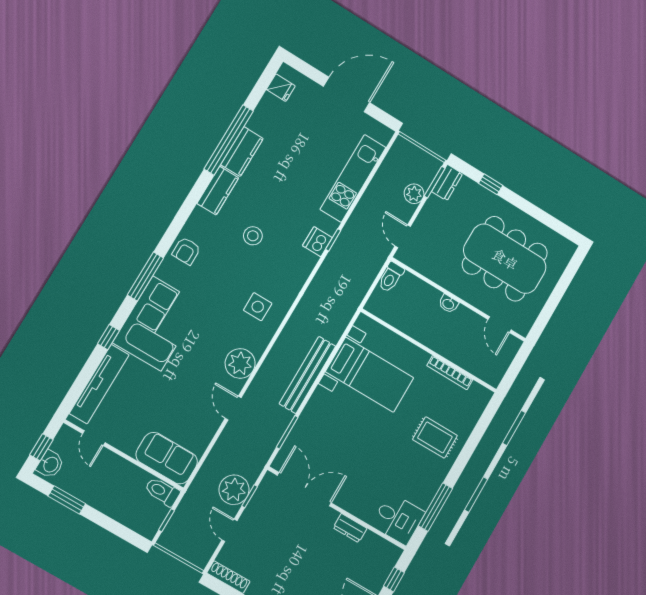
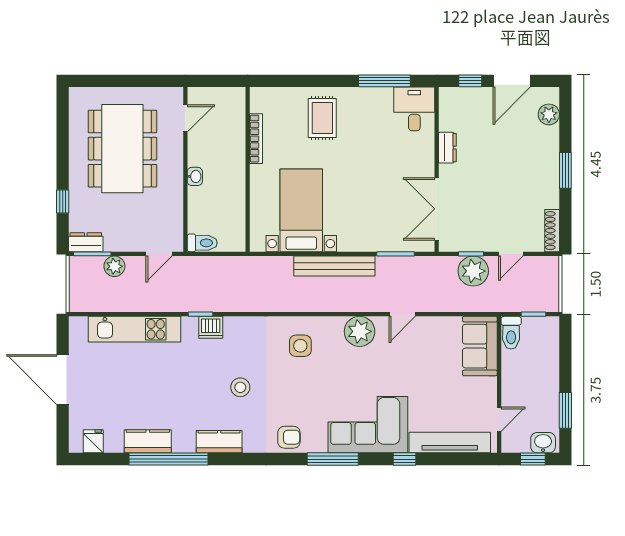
kitchen counter: (242, 152) -> (148, 441), moved

